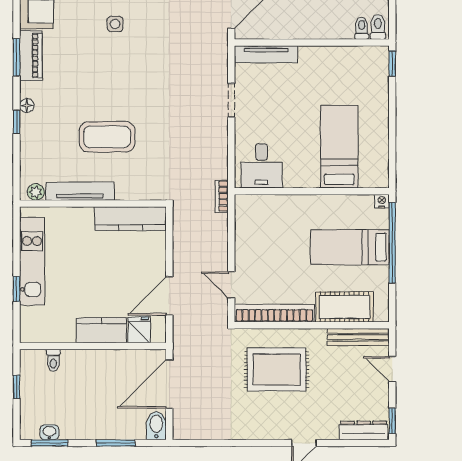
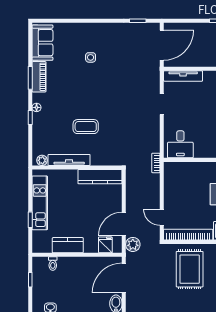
coffee table: (107, 137) -> (86, 127), width x0.73, depth x0.76
plant: (184, 329) -> (133, 244), added
kitchen counter: (101, 330) -> (68, 245), moved
rug: (277, 369) -> (190, 269), turned 90

